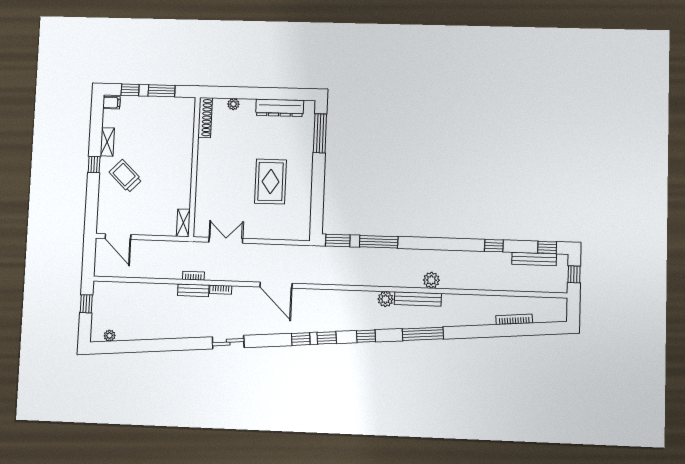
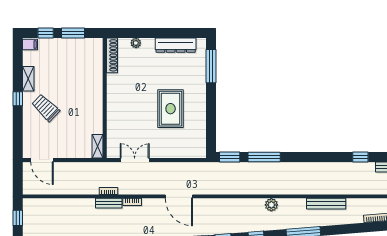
plant: (431, 280) -> (309, 188), removed
bench: (418, 299) -> (326, 204), moved

